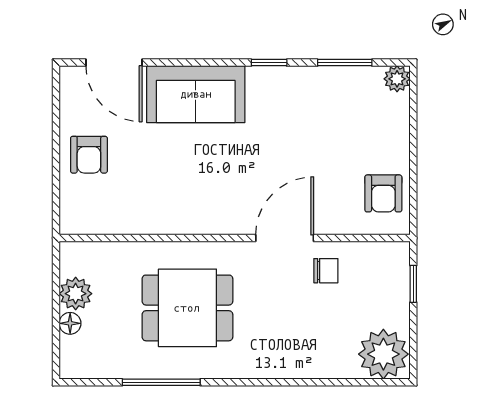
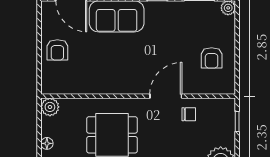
armchair: (383, 193) -> (212, 58), moved
plant: (76, 294) -> (50, 107), moved

